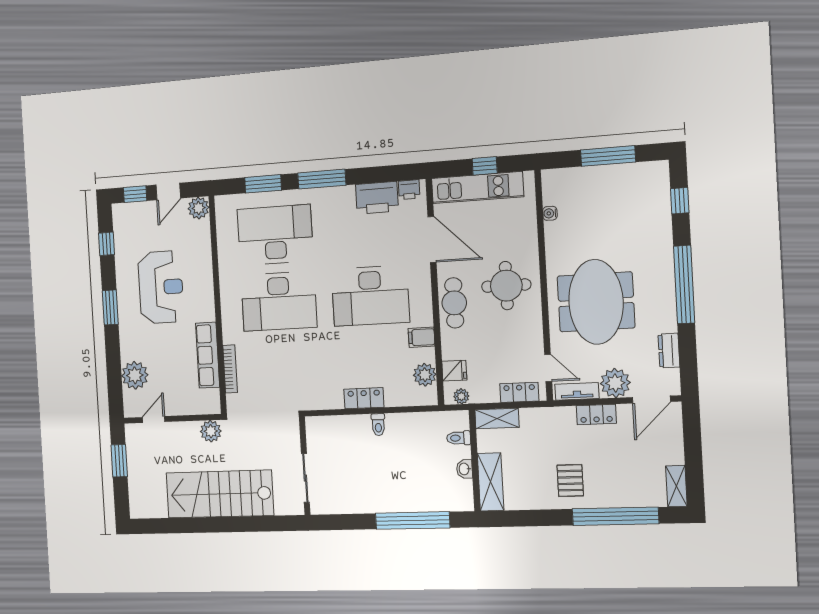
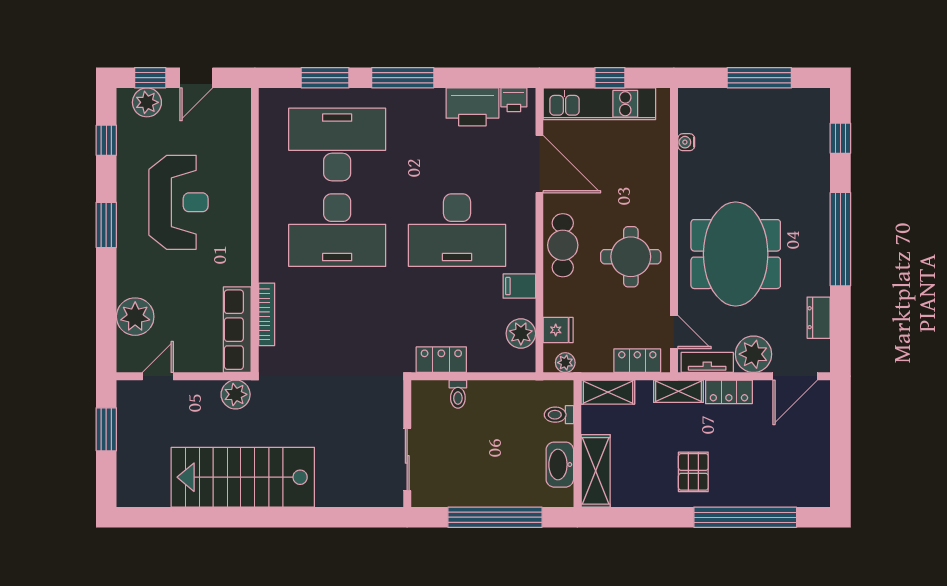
plant: (199, 208) -> (147, 102), moved
round table: (506, 286) -> (631, 257), moved
row of seats: (208, 355) -> (237, 330), moved
wall: (305, 466) -> (407, 444), moved
washbasin: (464, 469) -> (560, 465), width x1.91, depth x1.45
sliding door: (305, 478) -> (407, 459), moved
shelving: (676, 486) -> (679, 391), moved, turned 90

